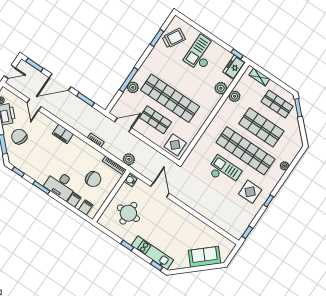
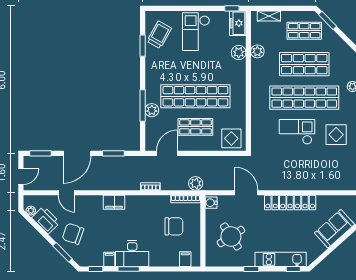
desk: (61, 185) -> (132, 254), moved
filing cabinet: (74, 200) -> (109, 259), moved
round table: (128, 213) -> (231, 236), turned -33
locker: (186, 218) -> (290, 203), added

